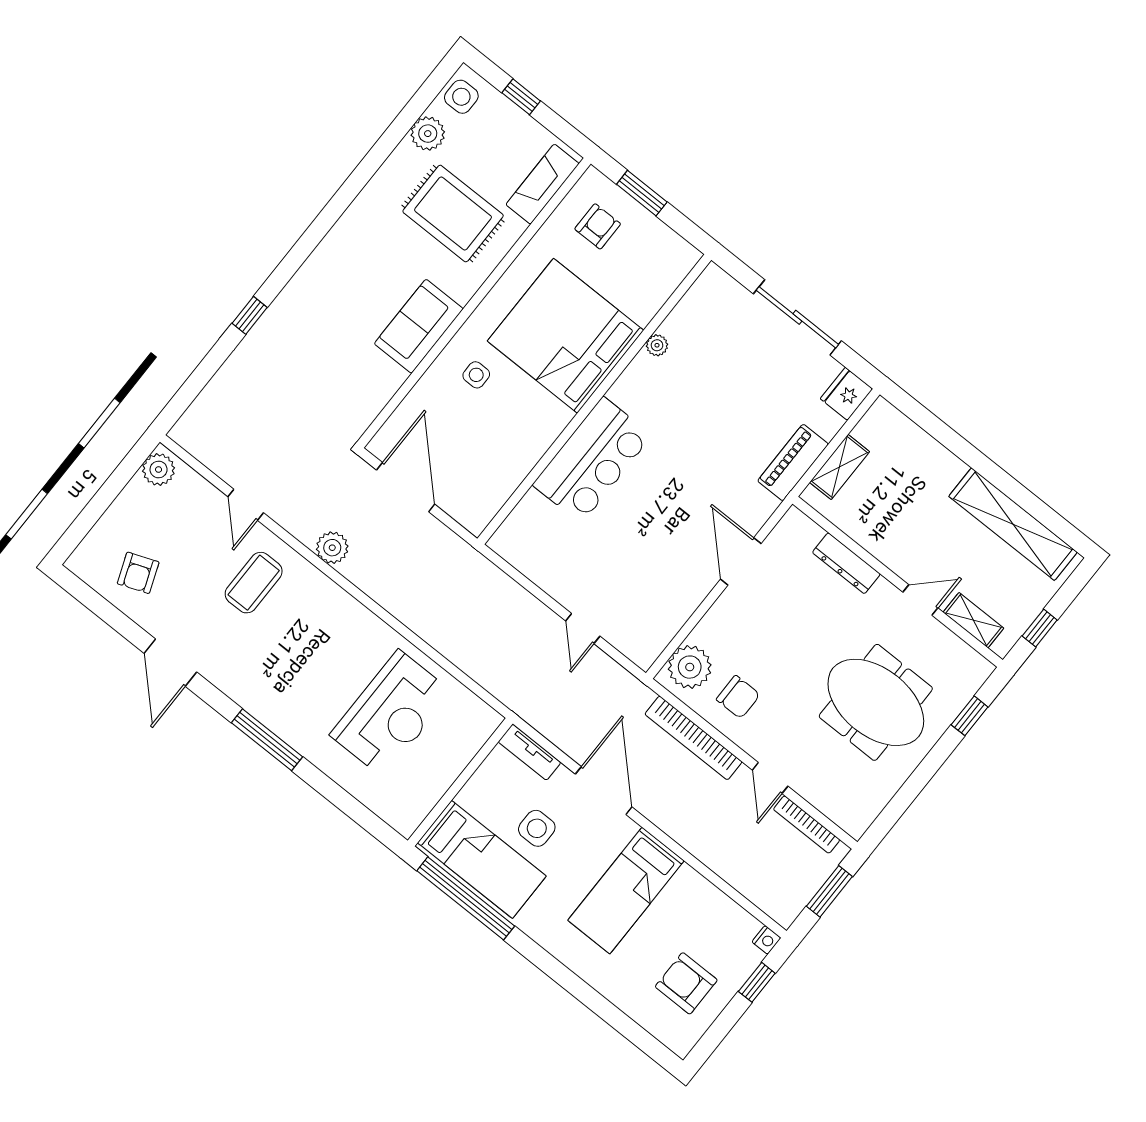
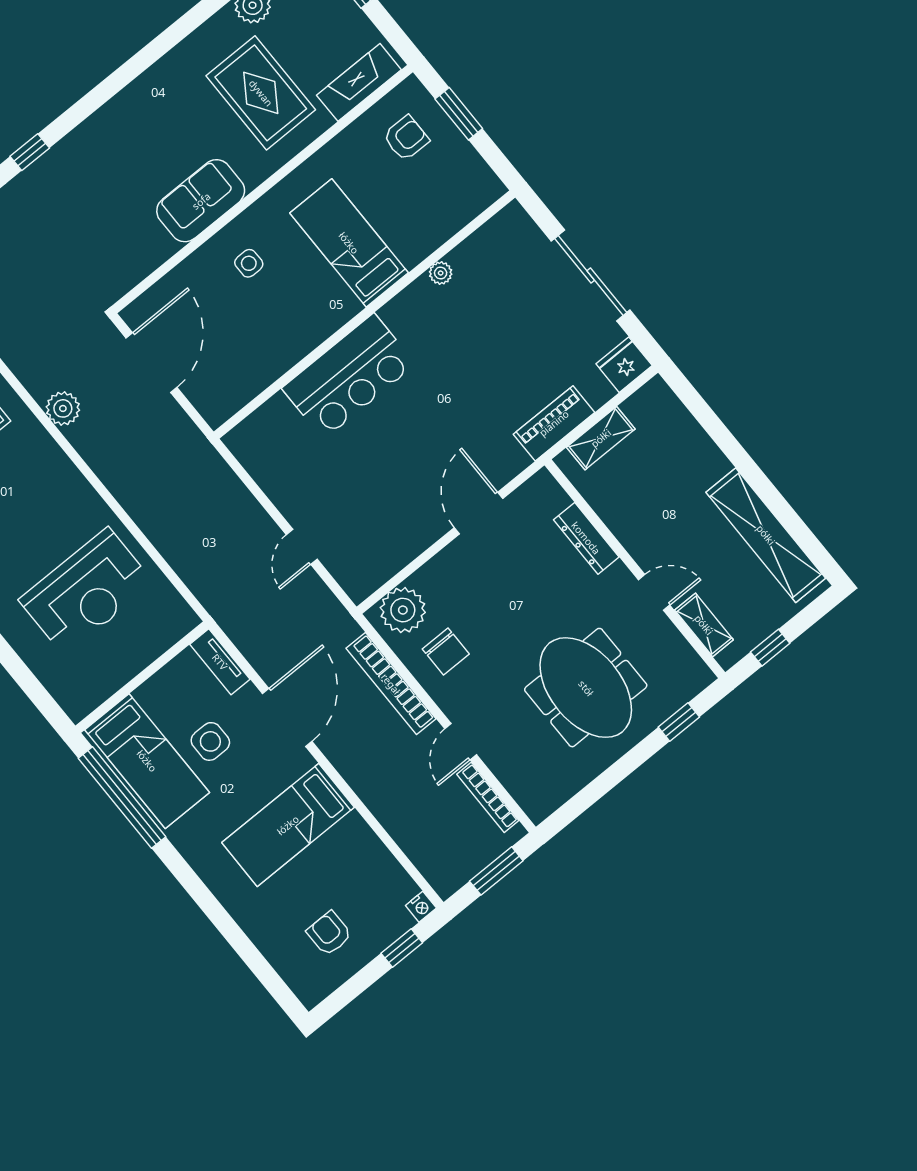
bed: (566, 336) -> (349, 243), width x0.49
armchair: (686, 983) -> (329, 933), width x0.72, depth x0.72

